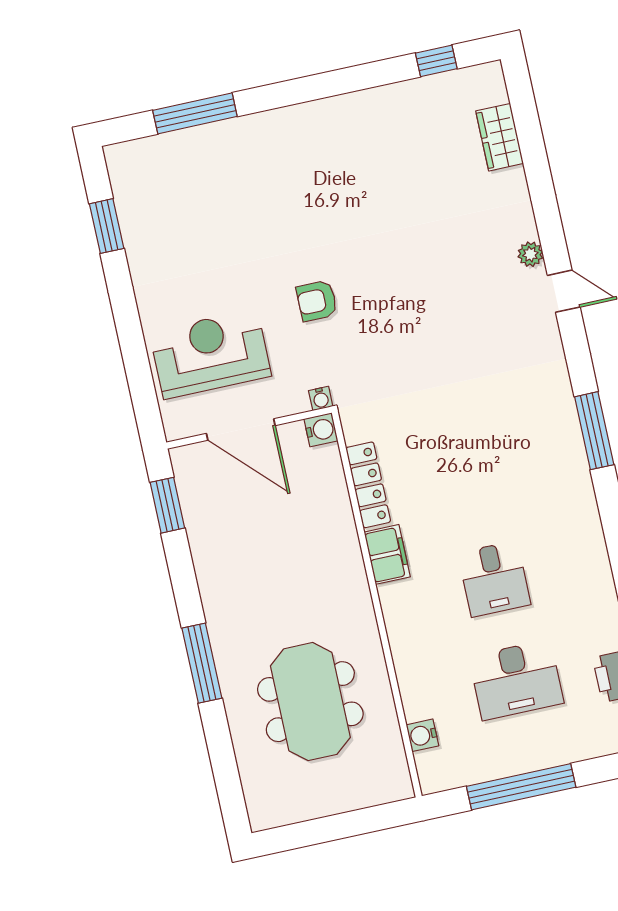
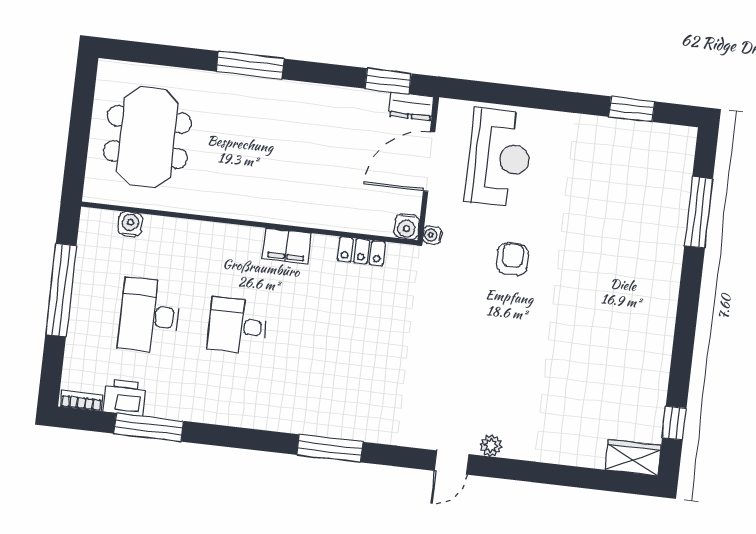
wardrobe: (500, 137) -> (633, 458), moved
dresser: (187, 470) -> (411, 106), added
locker: (368, 485) -> (361, 251), width x0.66
meeting table: (310, 702) -> (147, 137), moved, turned 90

